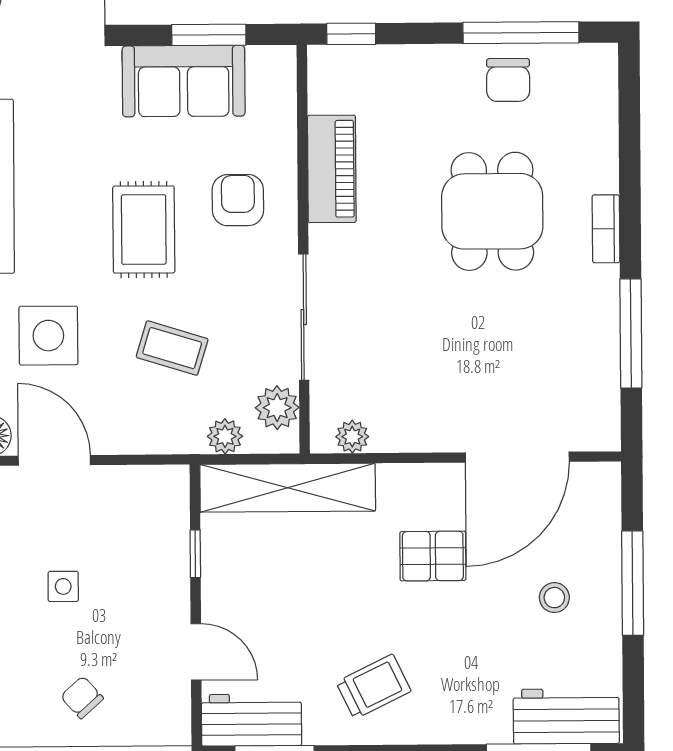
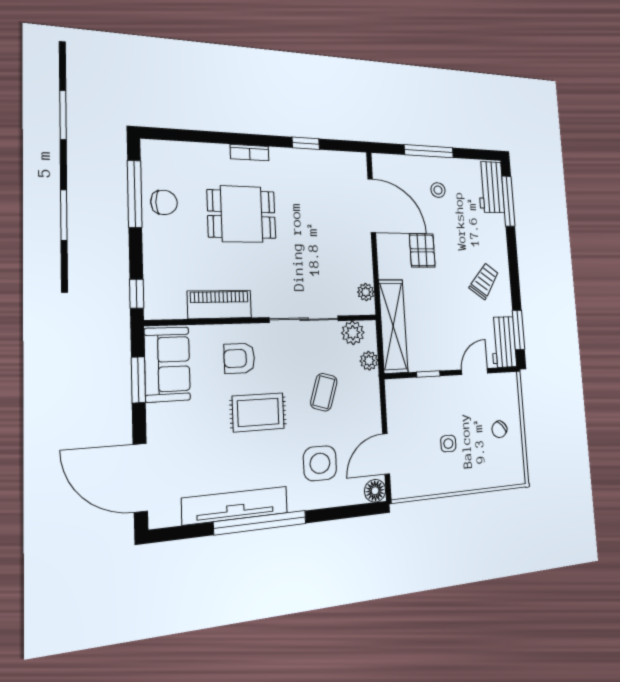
sofa: (184, 81) -> (167, 364), moved
window: (631, 333) -> (306, 143), width x0.46
trolley: (374, 687) -> (484, 281), turned 62

